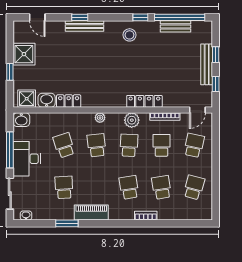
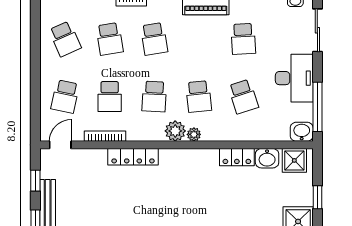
plant: (132, 120) -> (175, 131), moved
window: (10, 150) -> (317, 107), moved
school desk: (194, 187) -> (65, 39), turned -39

